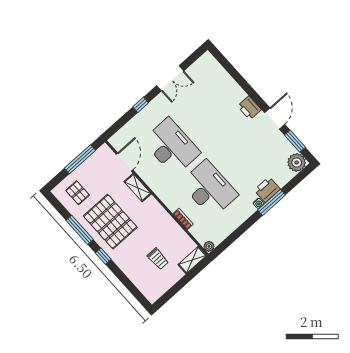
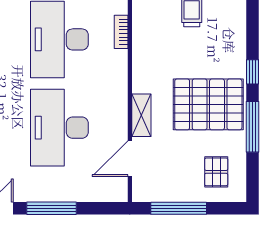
window: (141, 105) -> (51, 208), width x2.17
pallet: (110, 222) -> (208, 104), turned 90

